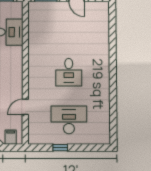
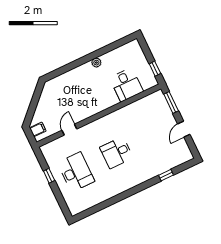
window: (112, 35) -> (166, 175), added
door: (25, 107) -> (69, 130), hinge flipped

